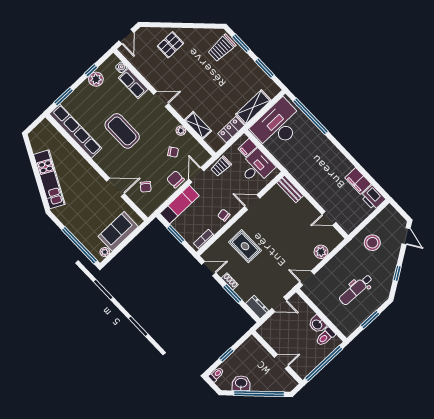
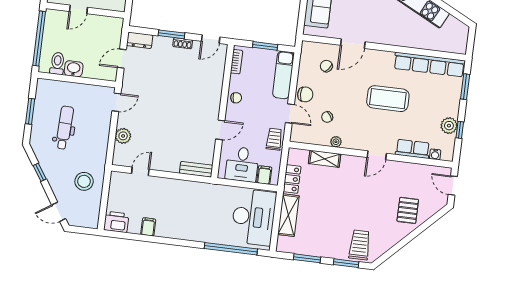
filing cabinet: (358, 181) -> (148, 227), width x0.50
rug: (245, 246) -> (195, 86), removed

